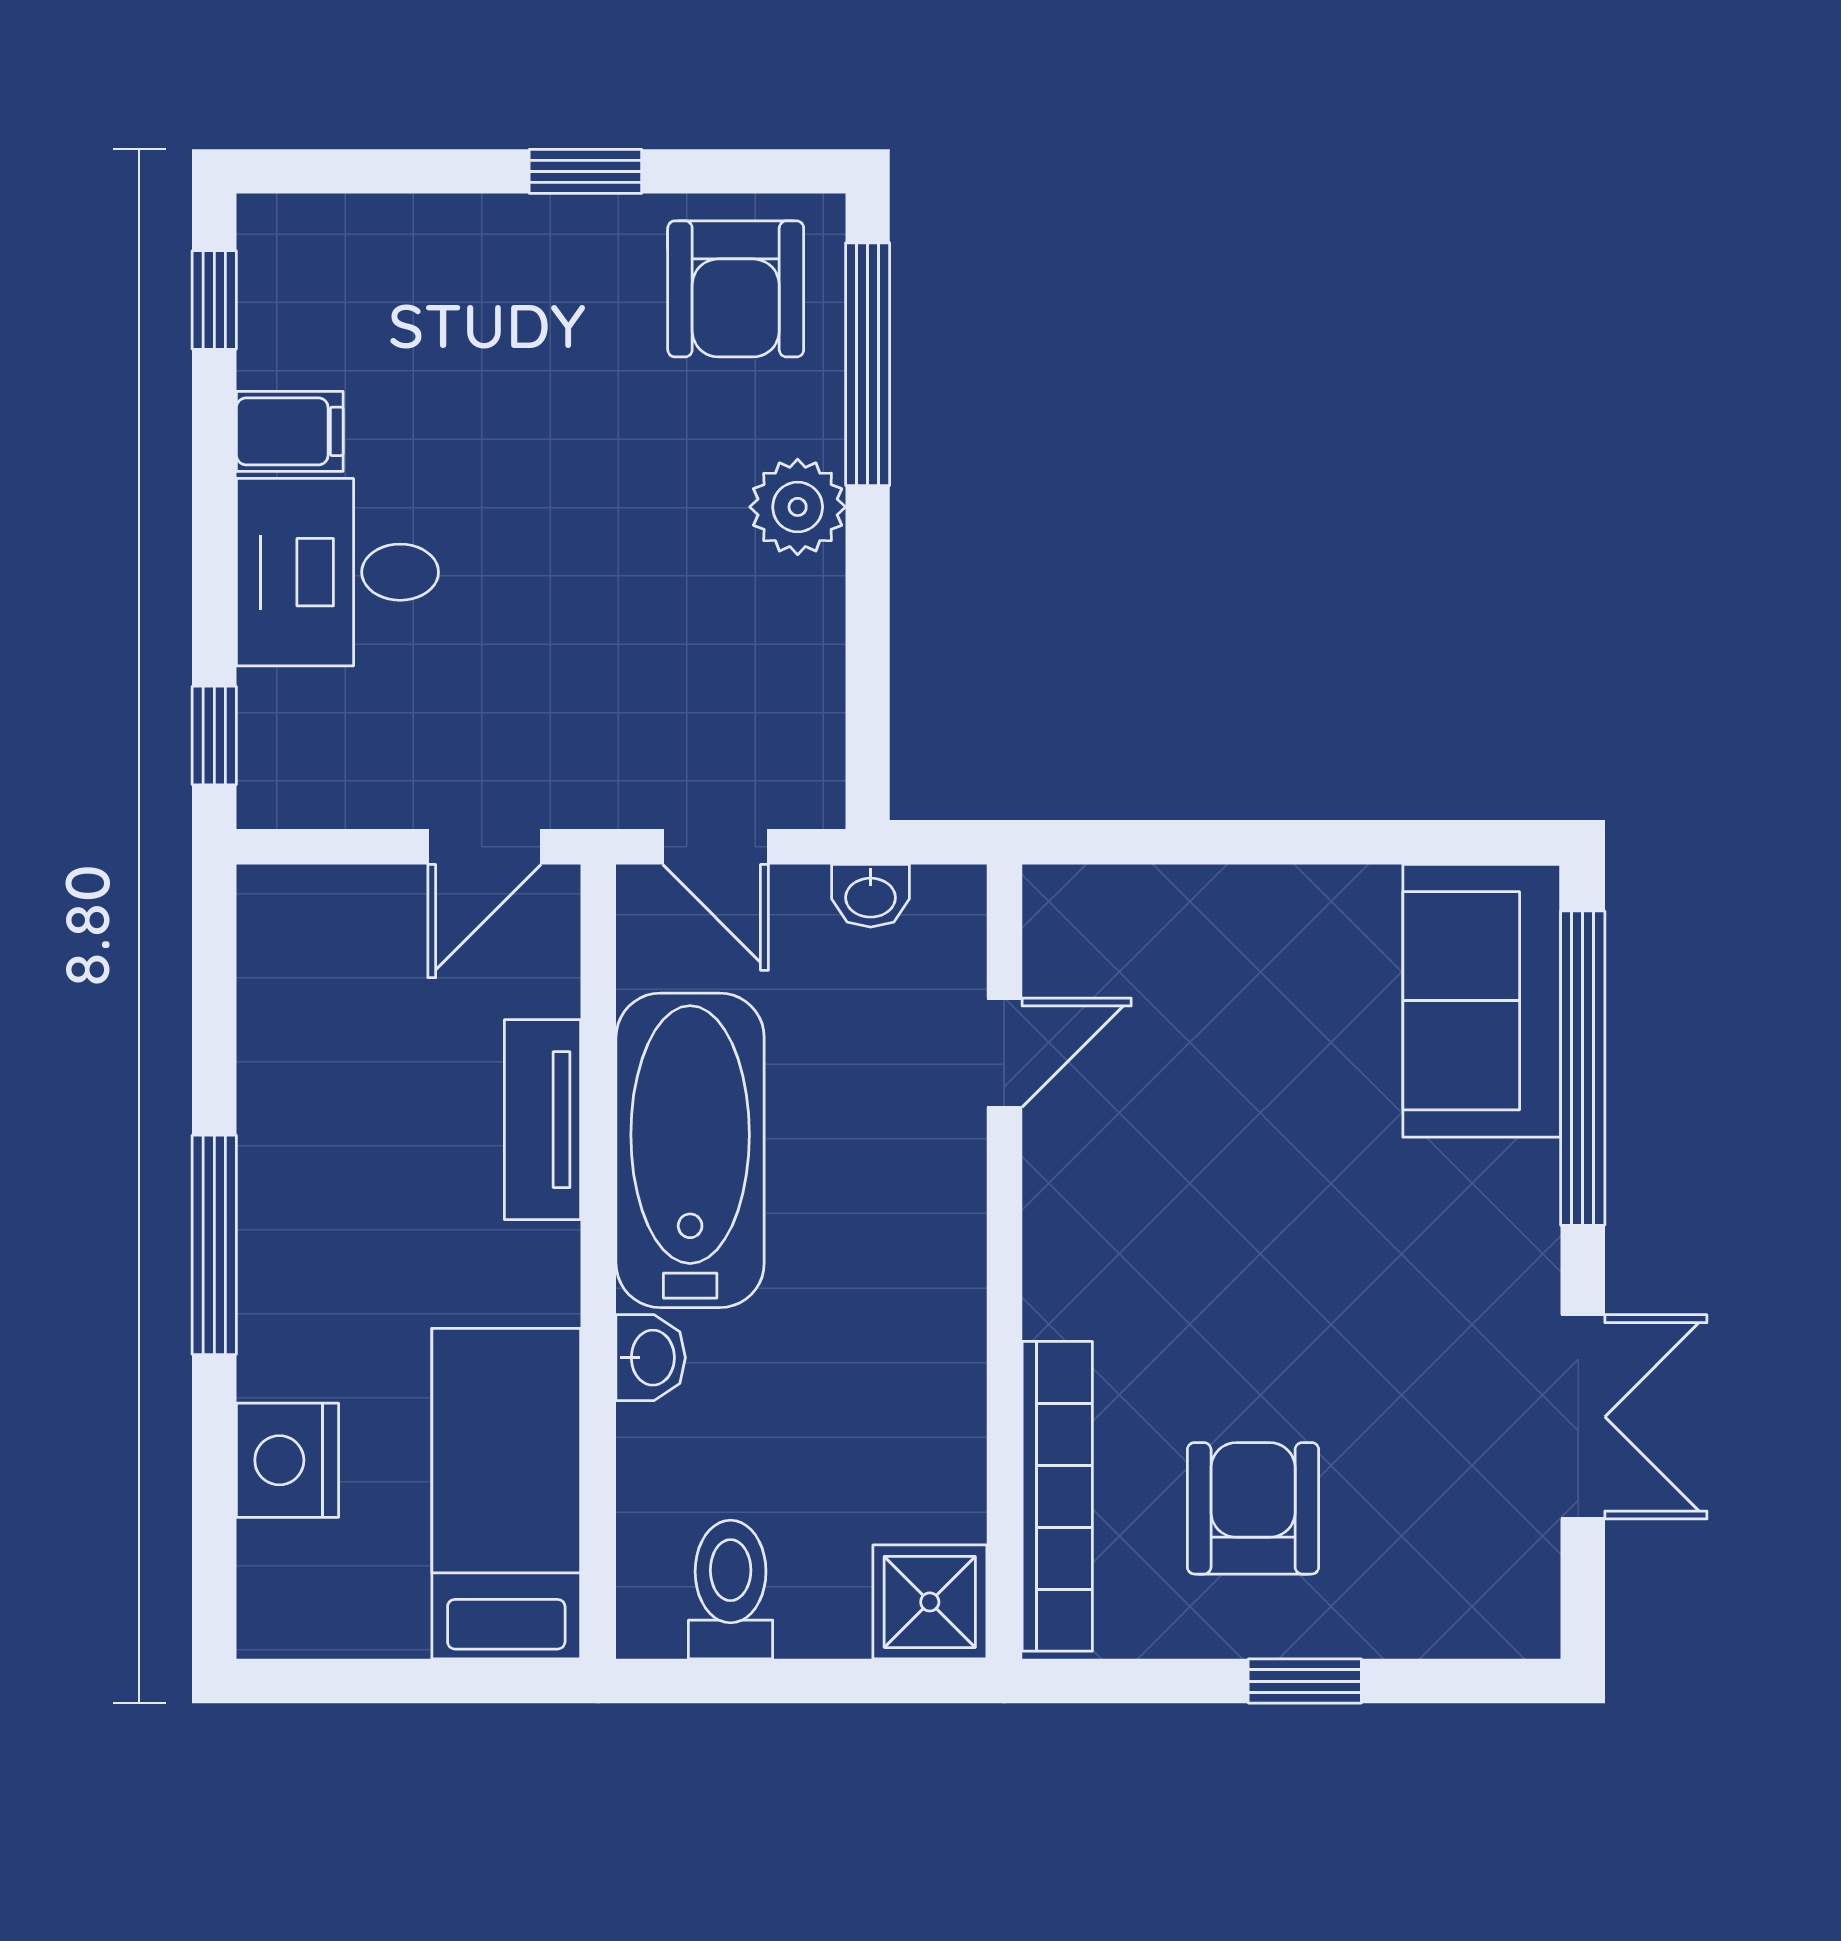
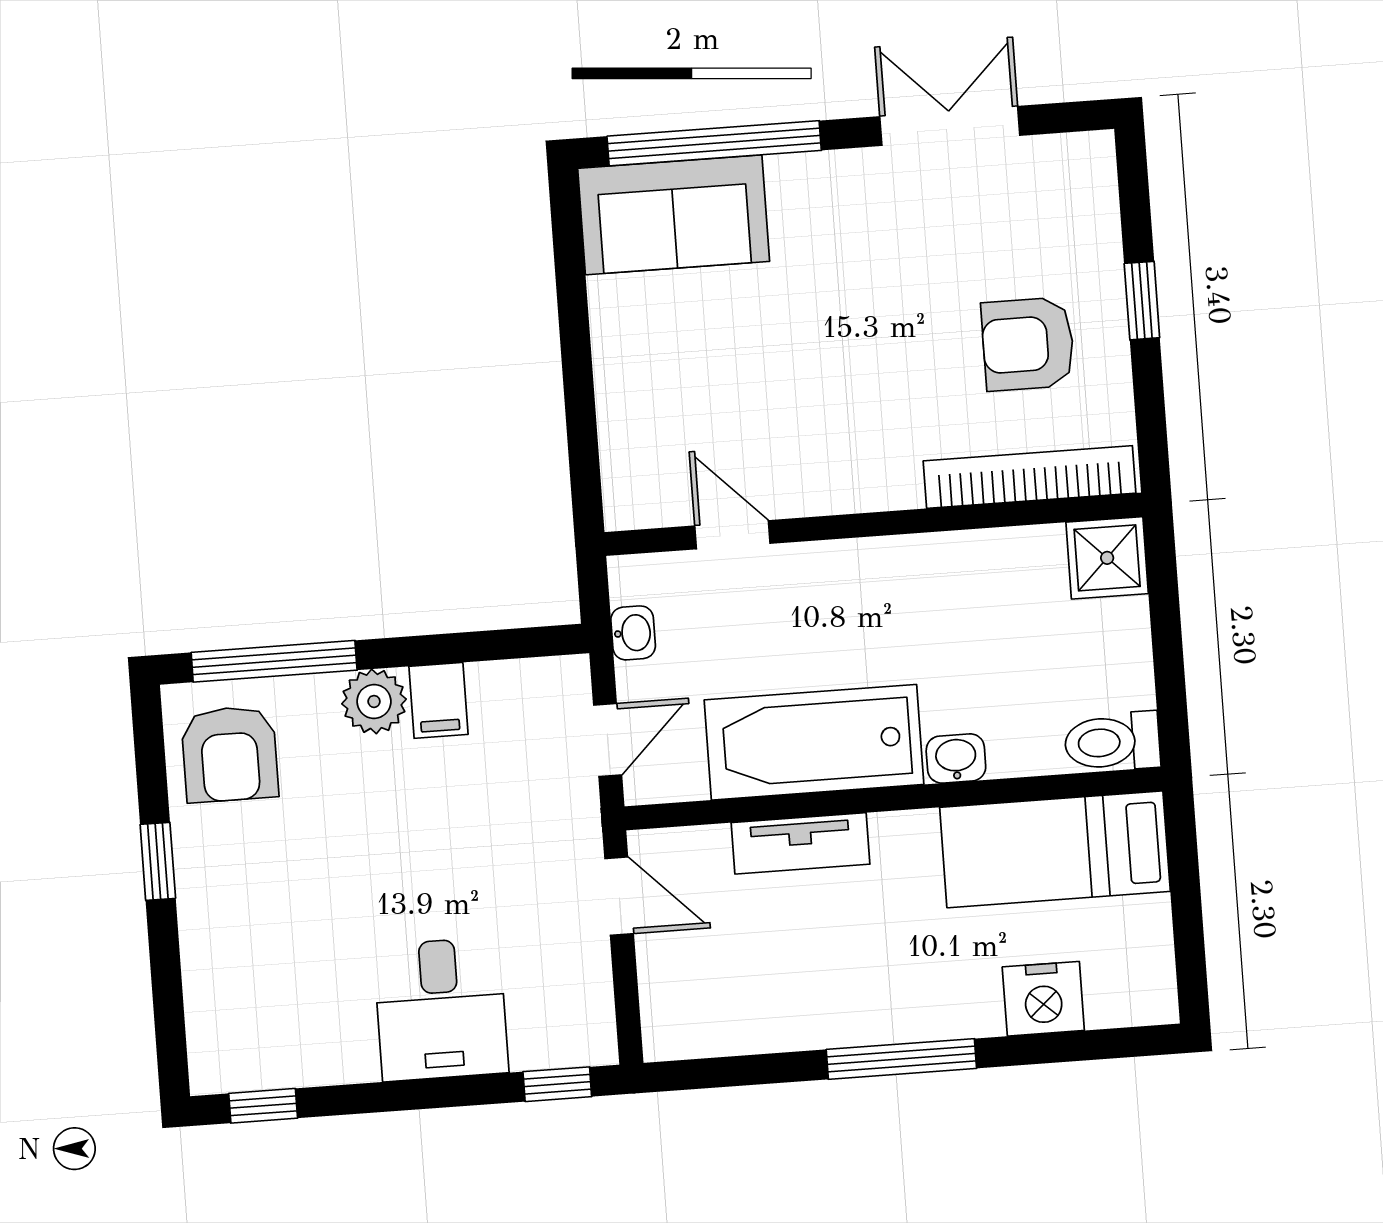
armchair: (736, 289) -> (230, 754), turned 90
filing cabinet: (290, 431) -> (438, 700), moved, turned 180
toilet: (731, 1590) -> (1112, 742), moved

